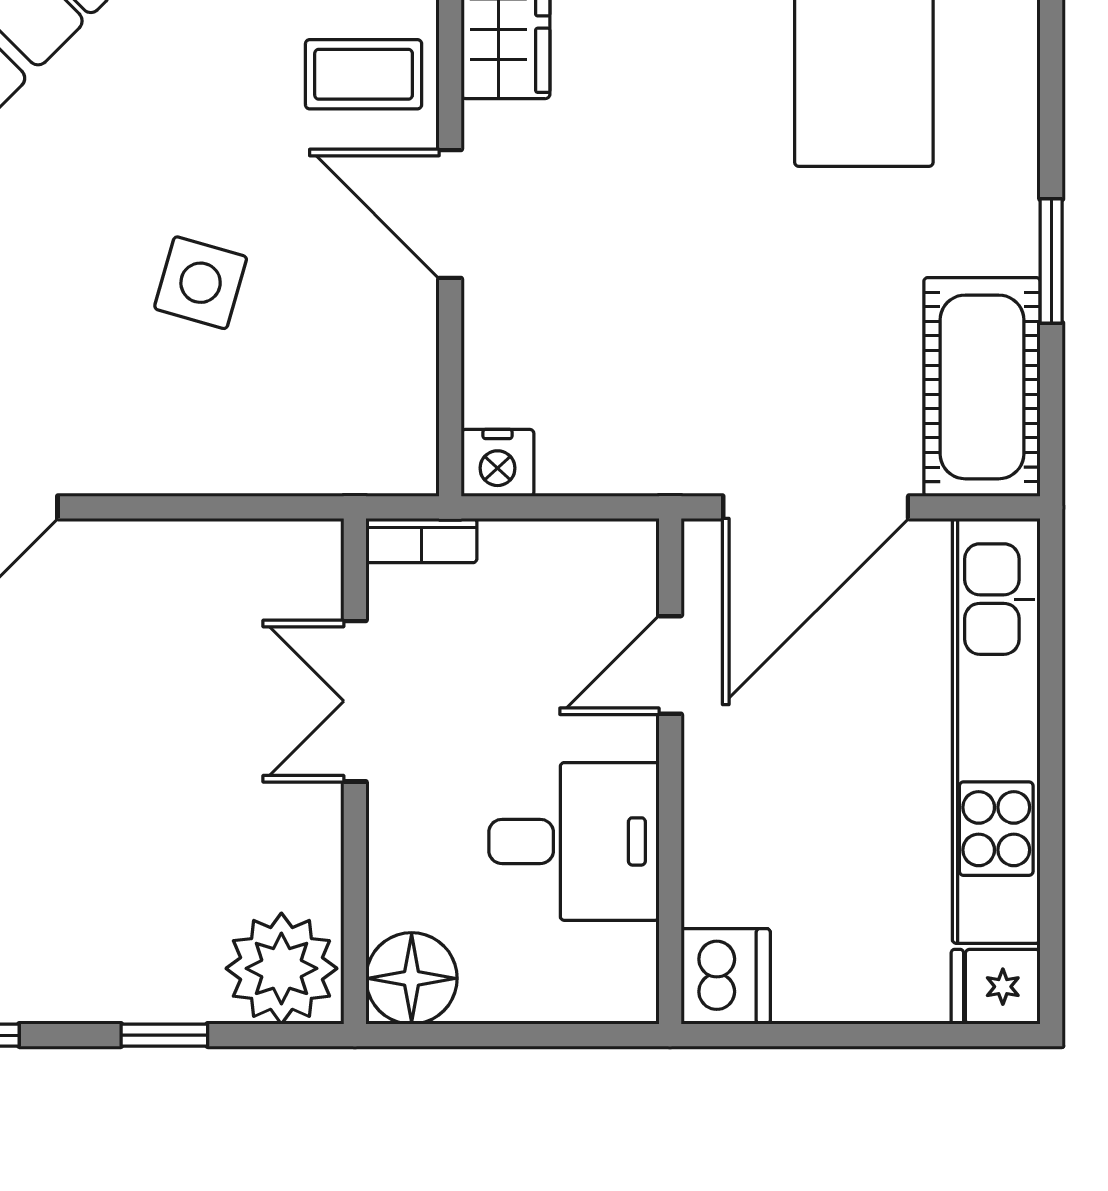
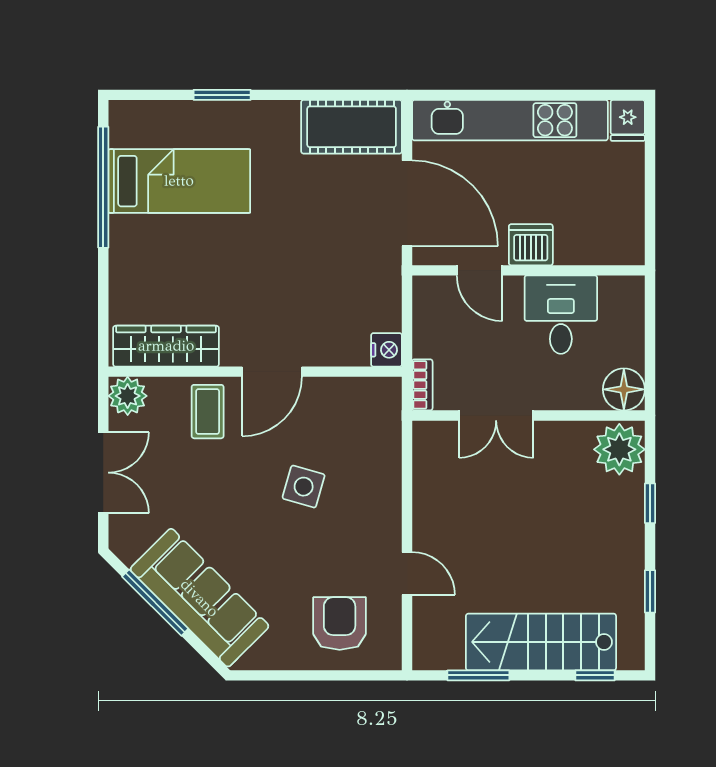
window: (1051, 261) -> (222, 95), moved
dishwasher: (726, 976) -> (531, 245), moved

